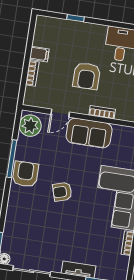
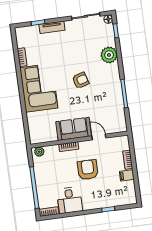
door: (60, 113) -> (99, 137), hinge flipped
plant: (30, 126) -> (109, 55), moved
armchair: (25, 174) -> (111, 85), removed

